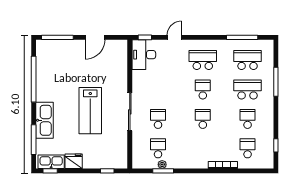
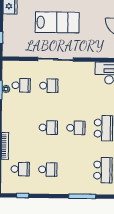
school desk: (248, 89) -> (75, 170), removed
lab bench: (90, 111) -> (57, 22), turned 180

